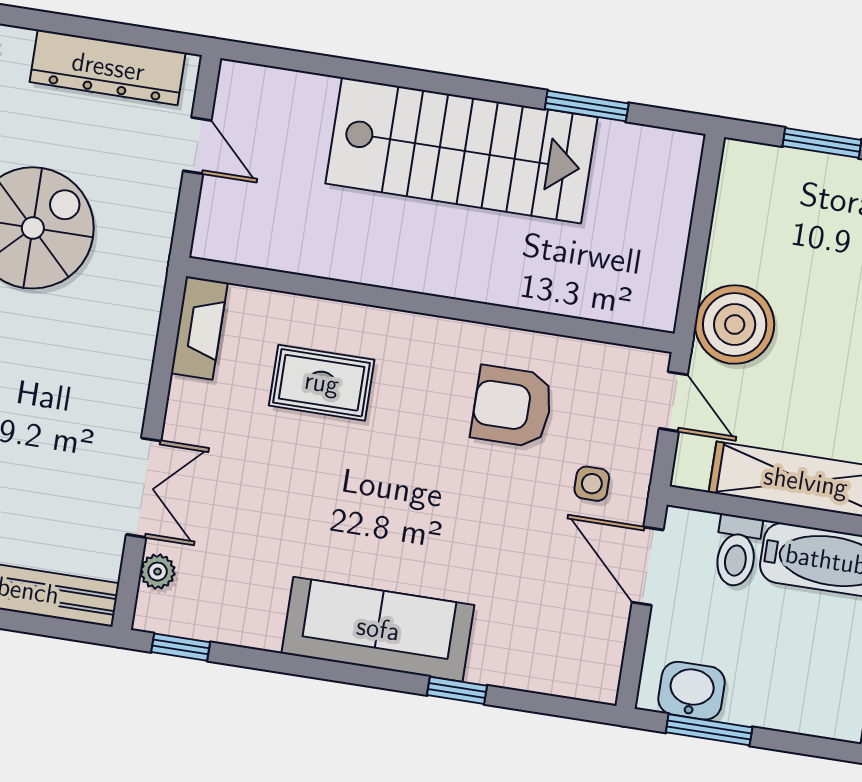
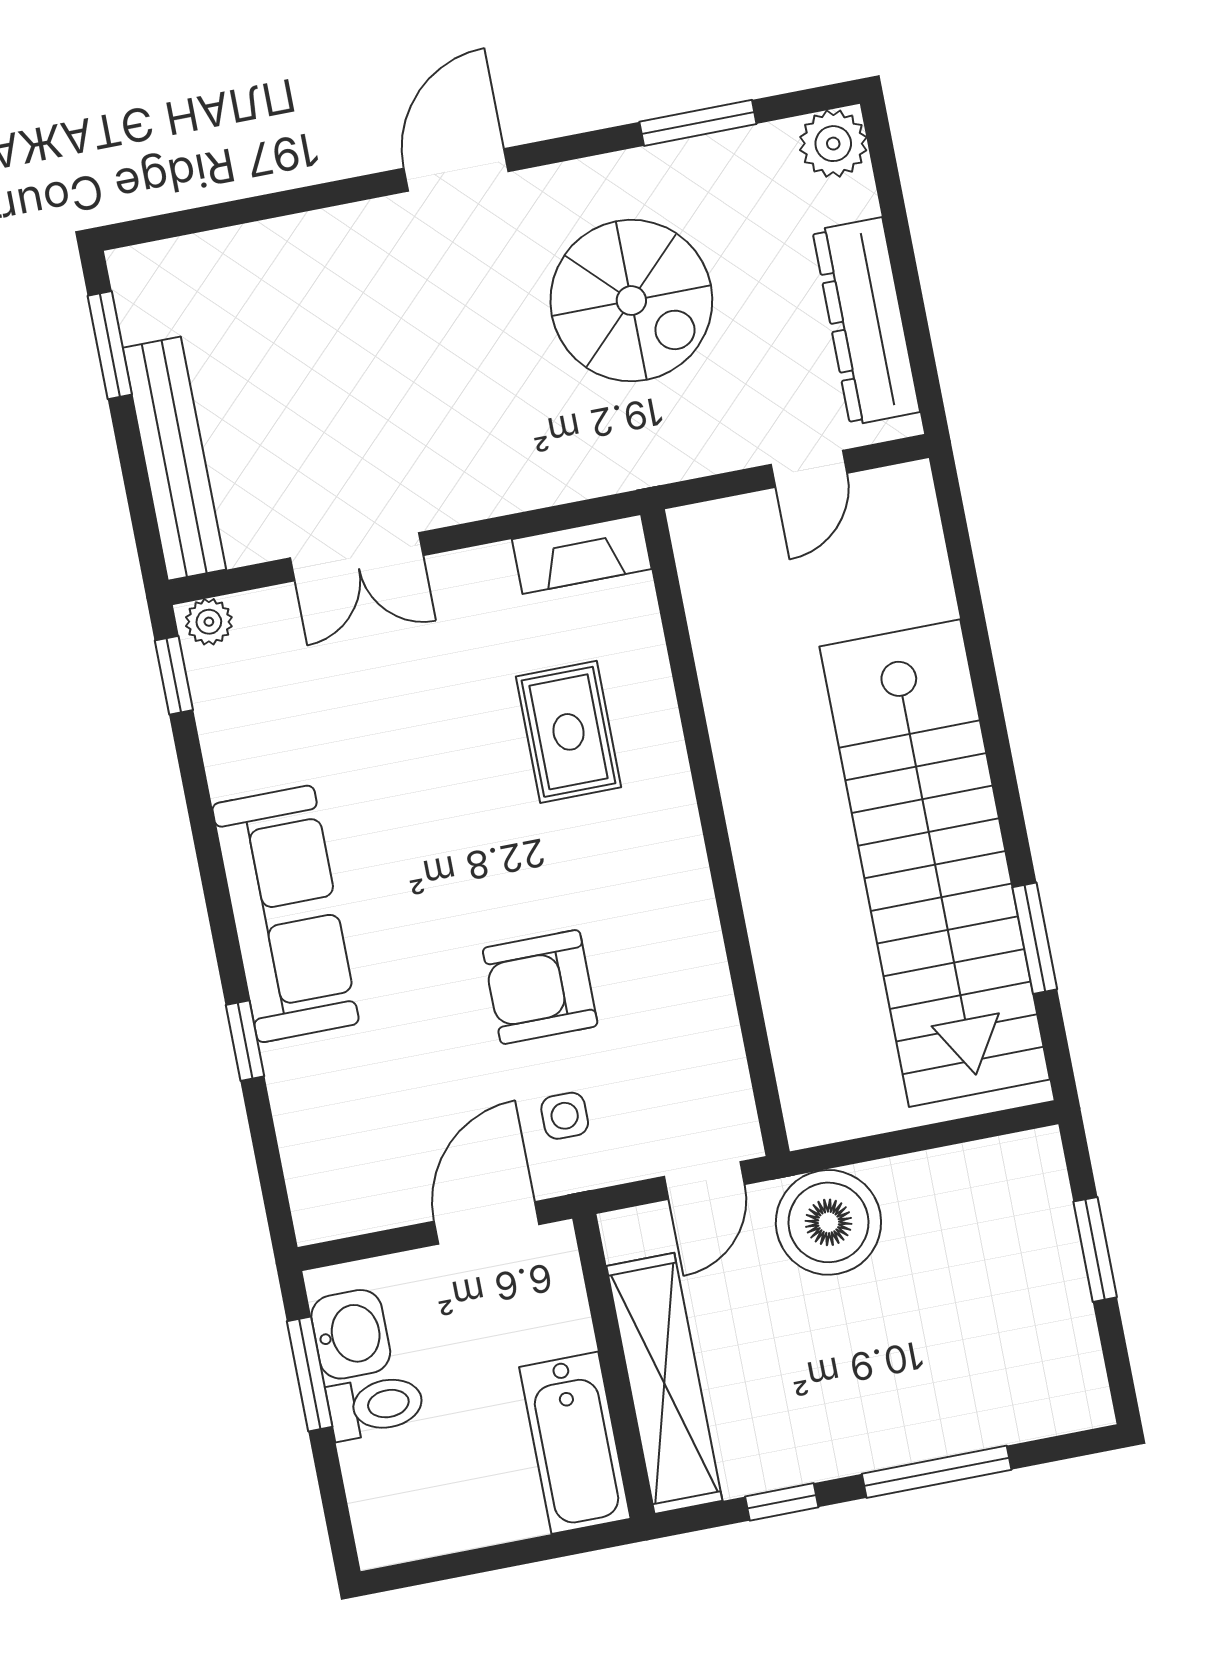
stairs: (462, 150) -> (935, 863), width x1.36
armchair: (512, 406) -> (540, 987), moved, turned -90
toilet: (737, 551) -> (376, 1406), moved, turned 180
plant: (158, 572) -> (209, 622), moved

